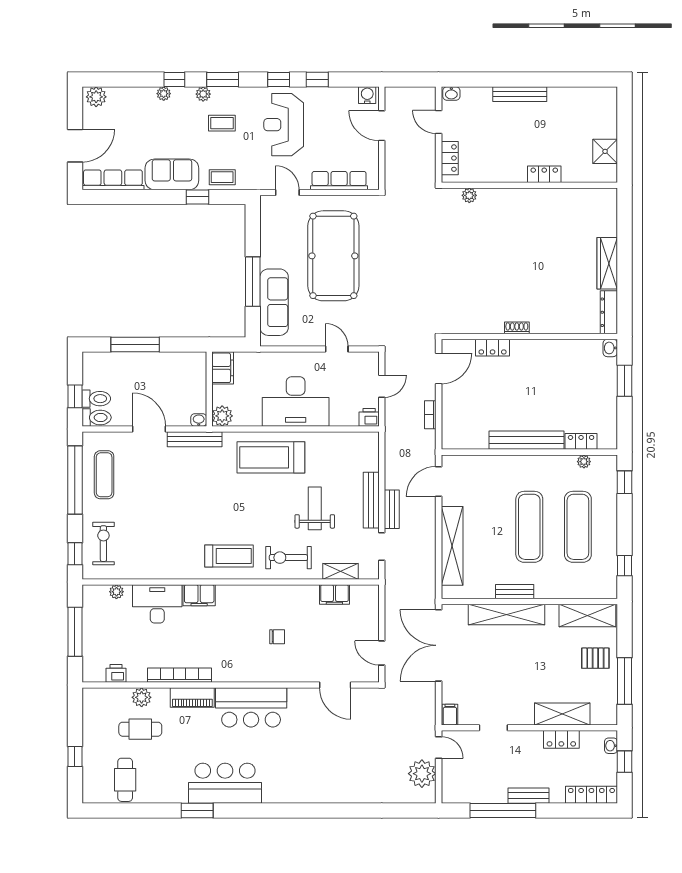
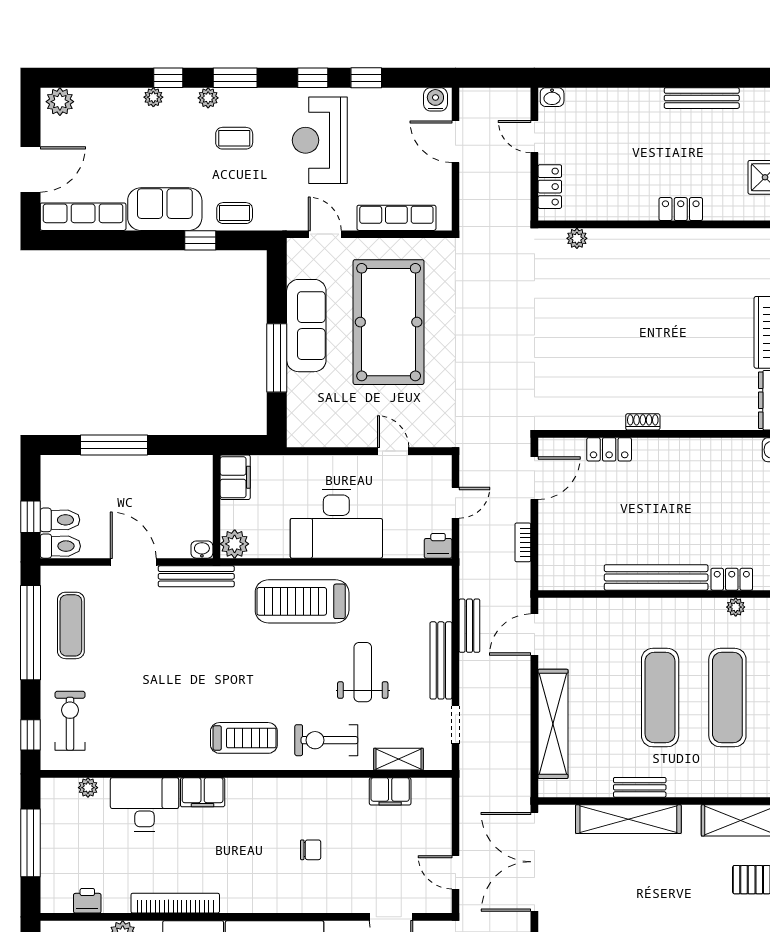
bench: (520, 94) -> (702, 98), moved
sofa: (274, 302) -> (306, 326), moved
bench: (392, 509) -> (469, 626), moved

